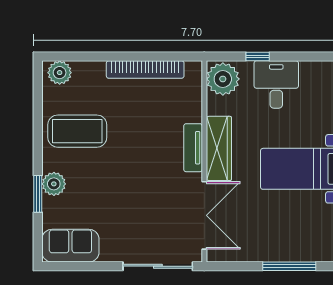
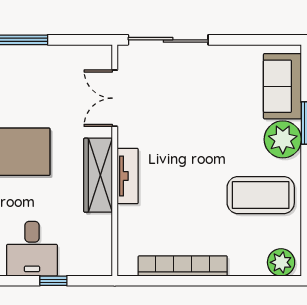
plant: (223, 79) -> (93, 255), removed
plant: (54, 184) -> (283, 139), width x1.36, depth x1.36
double door: (204, 215) -> (115, 98), width x0.73
sofa: (70, 246) -> (282, 86), moved, turned 90

